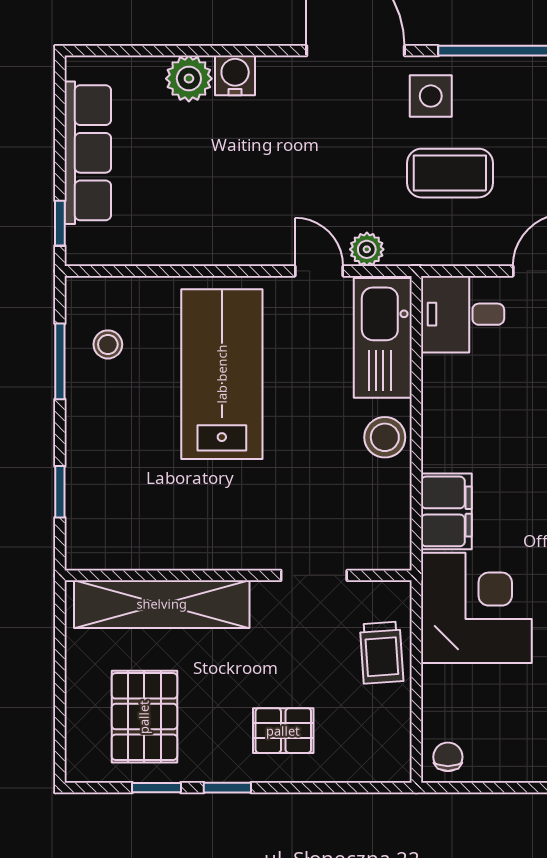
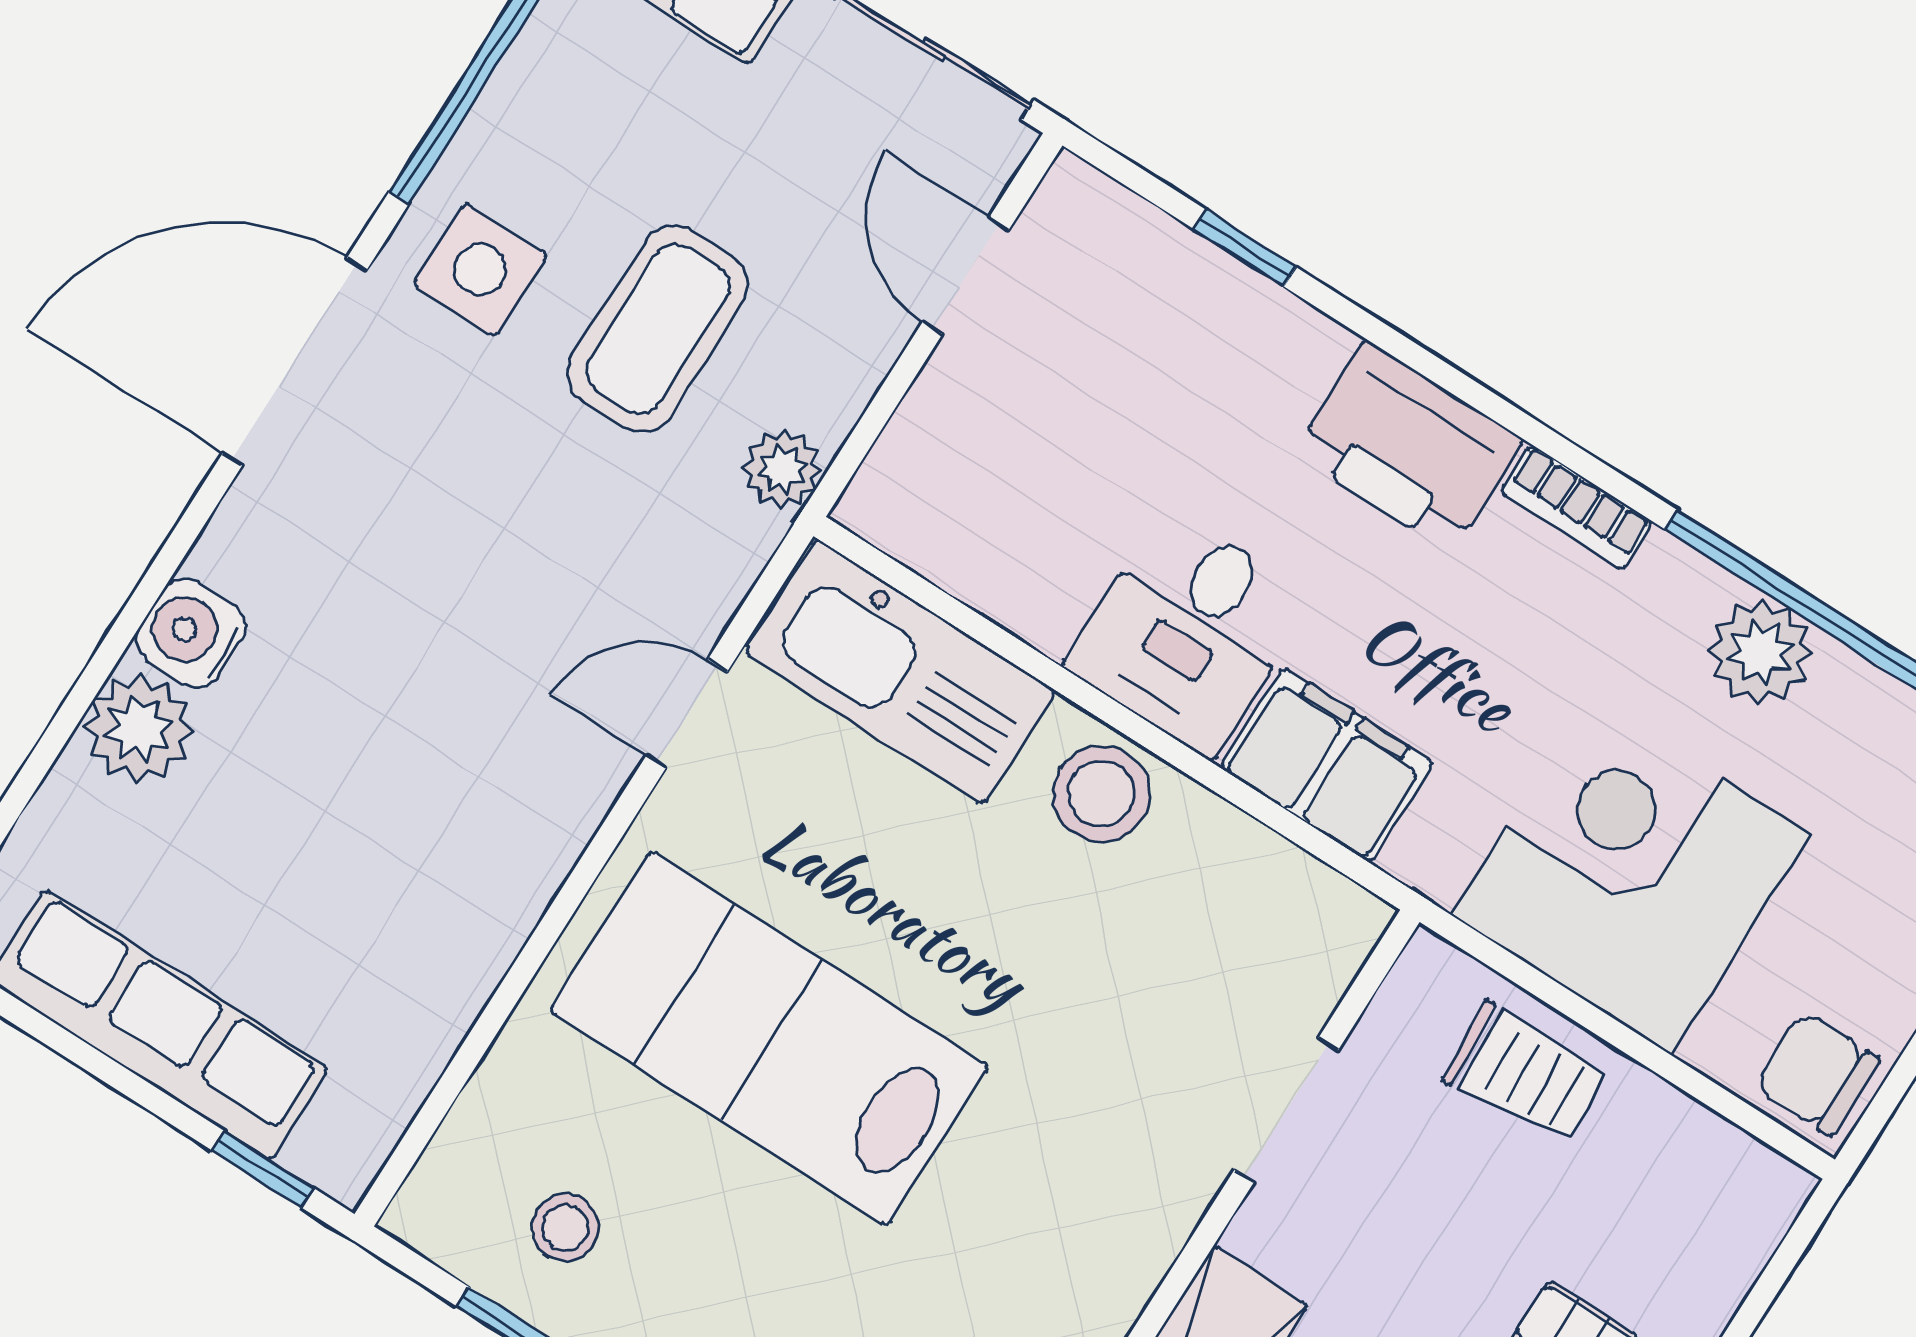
plant: (367, 249) -> (782, 469), moved
desk: (463, 314) -> (1189, 632), moved
corner desk: (476, 608) -> (1631, 875), moved
chair: (448, 757) -> (1817, 1073), width x1.37, depth x1.37

